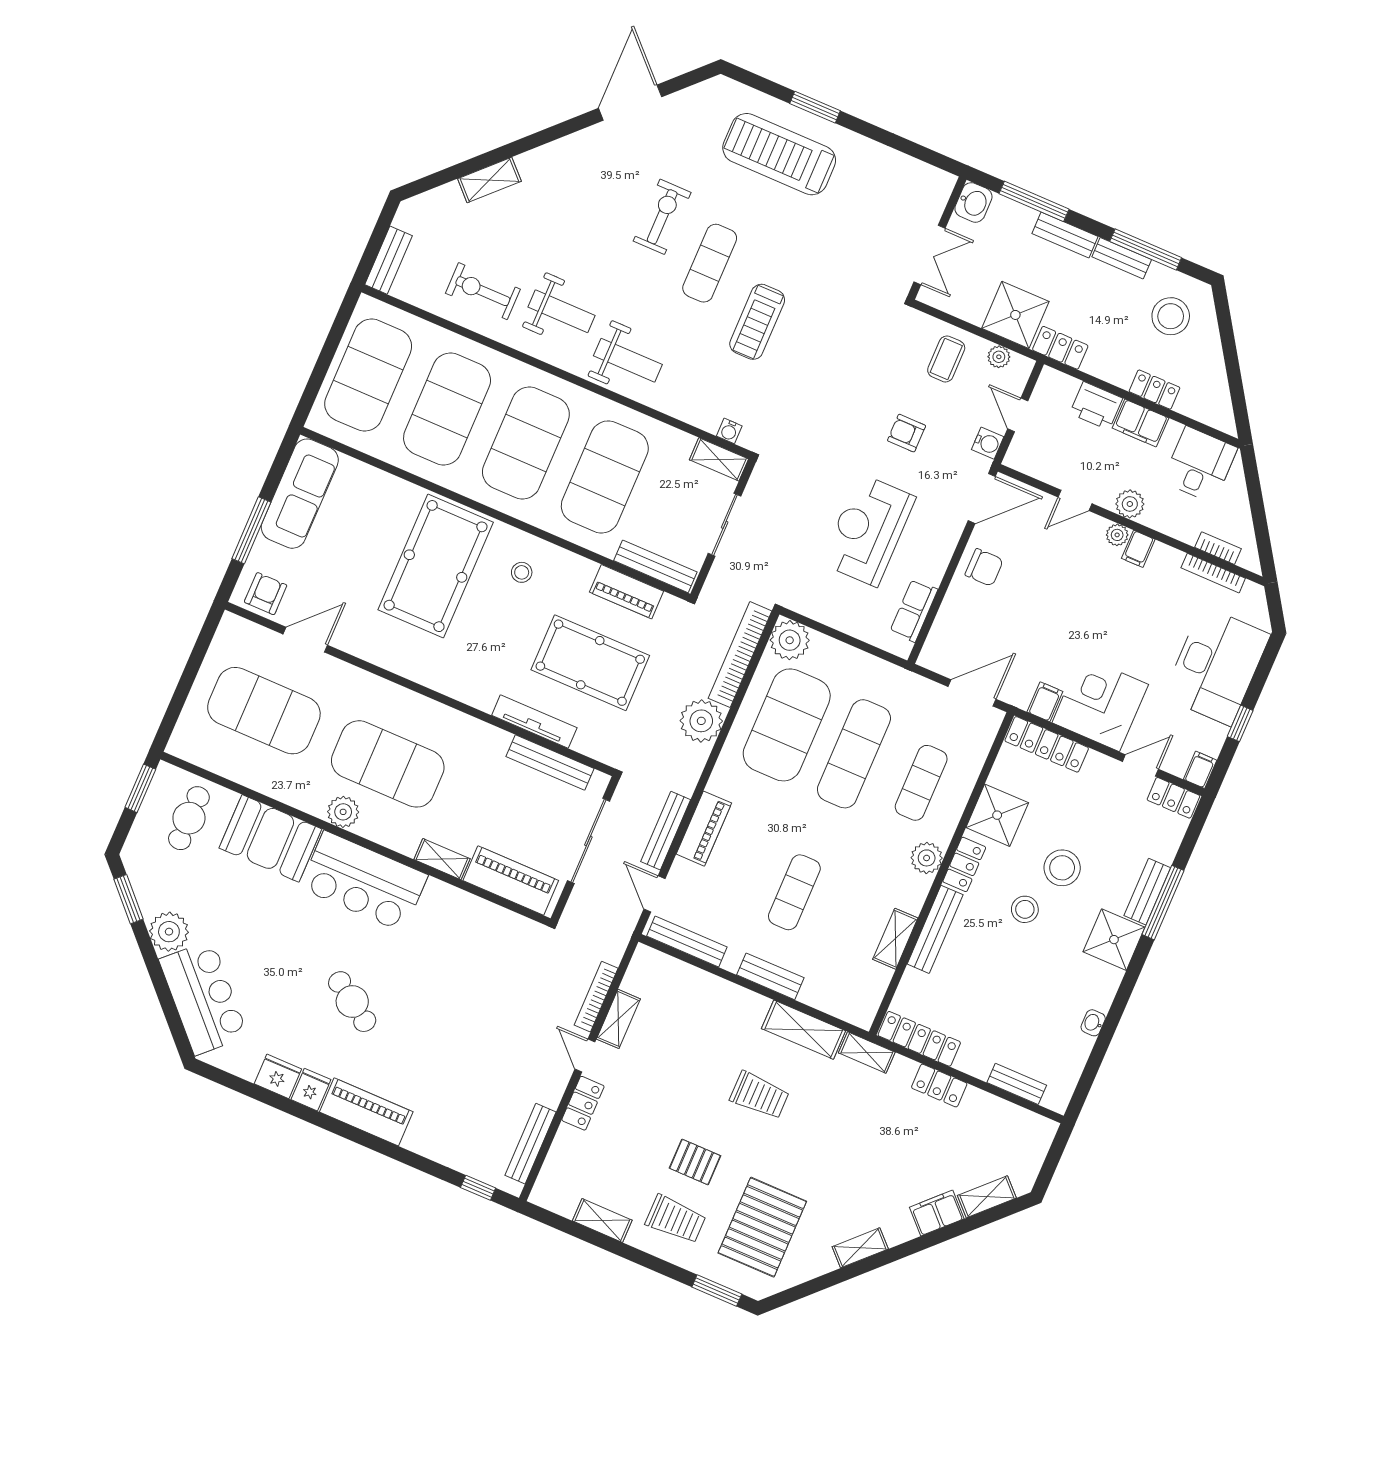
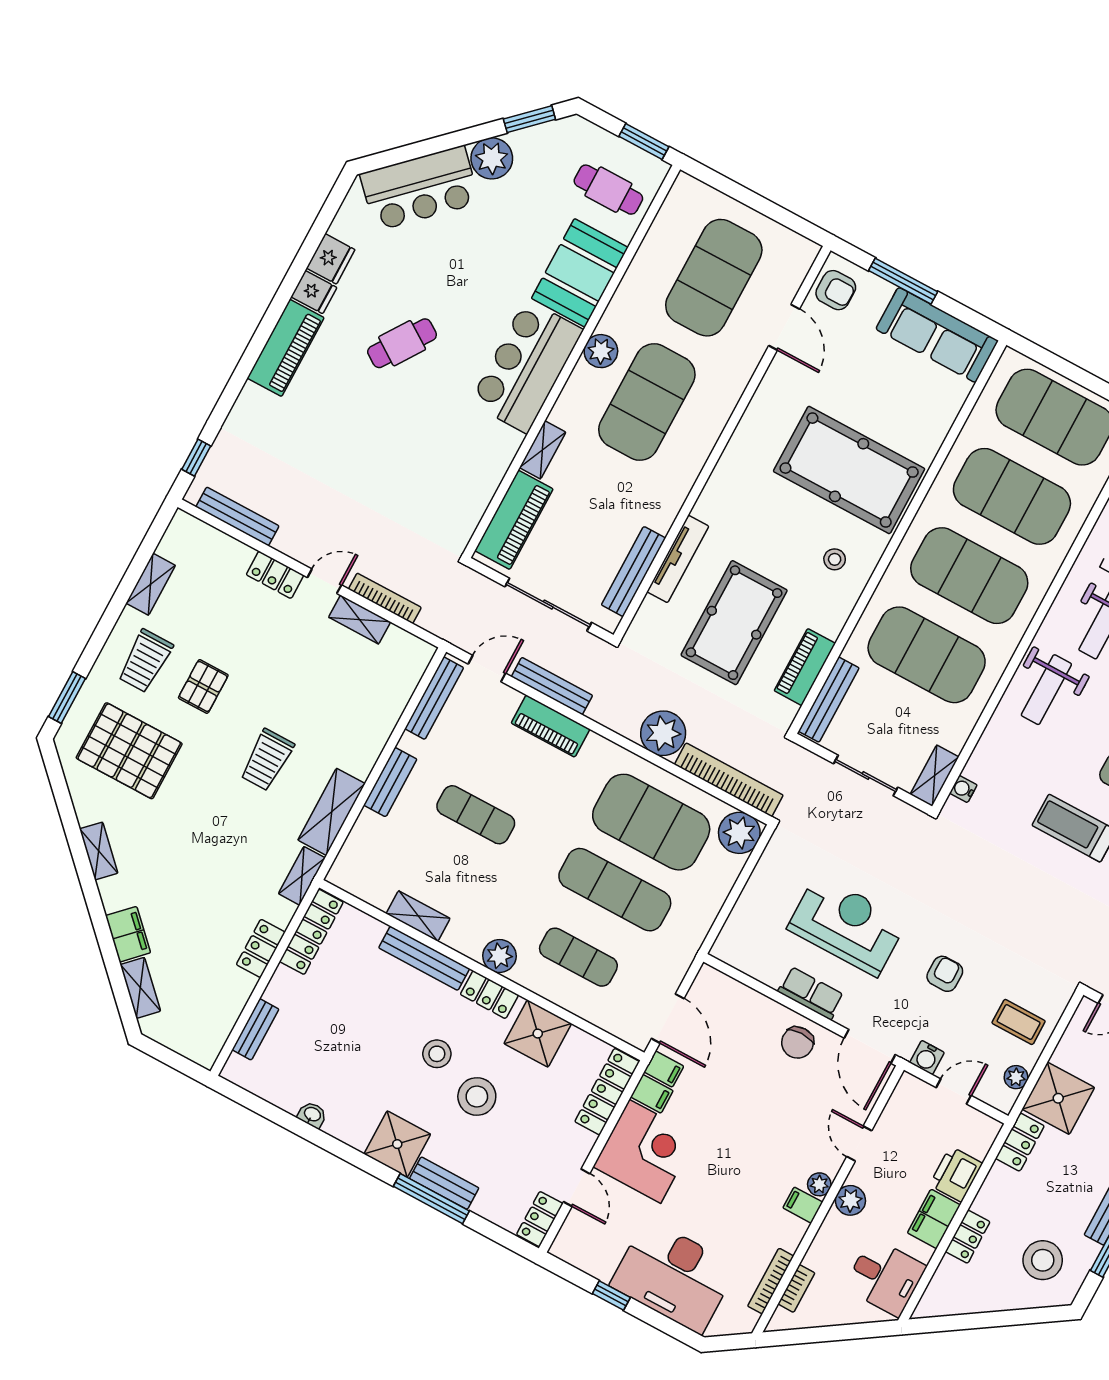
row of seats: (914, 610) -> (811, 993), moved
filing cabinet: (1200, 770) -> (664, 1069), moved

